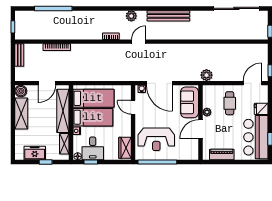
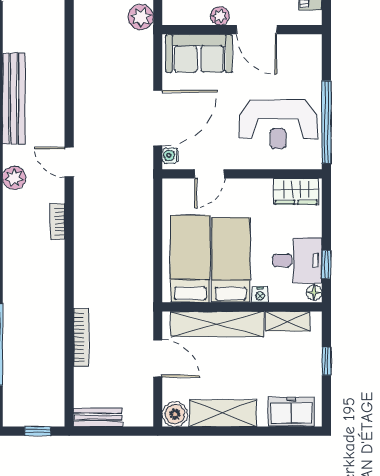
reception desk: (156, 139) -> (278, 124), turned 90
freezer: (35, 153) -> (291, 412), moved, turned 90

